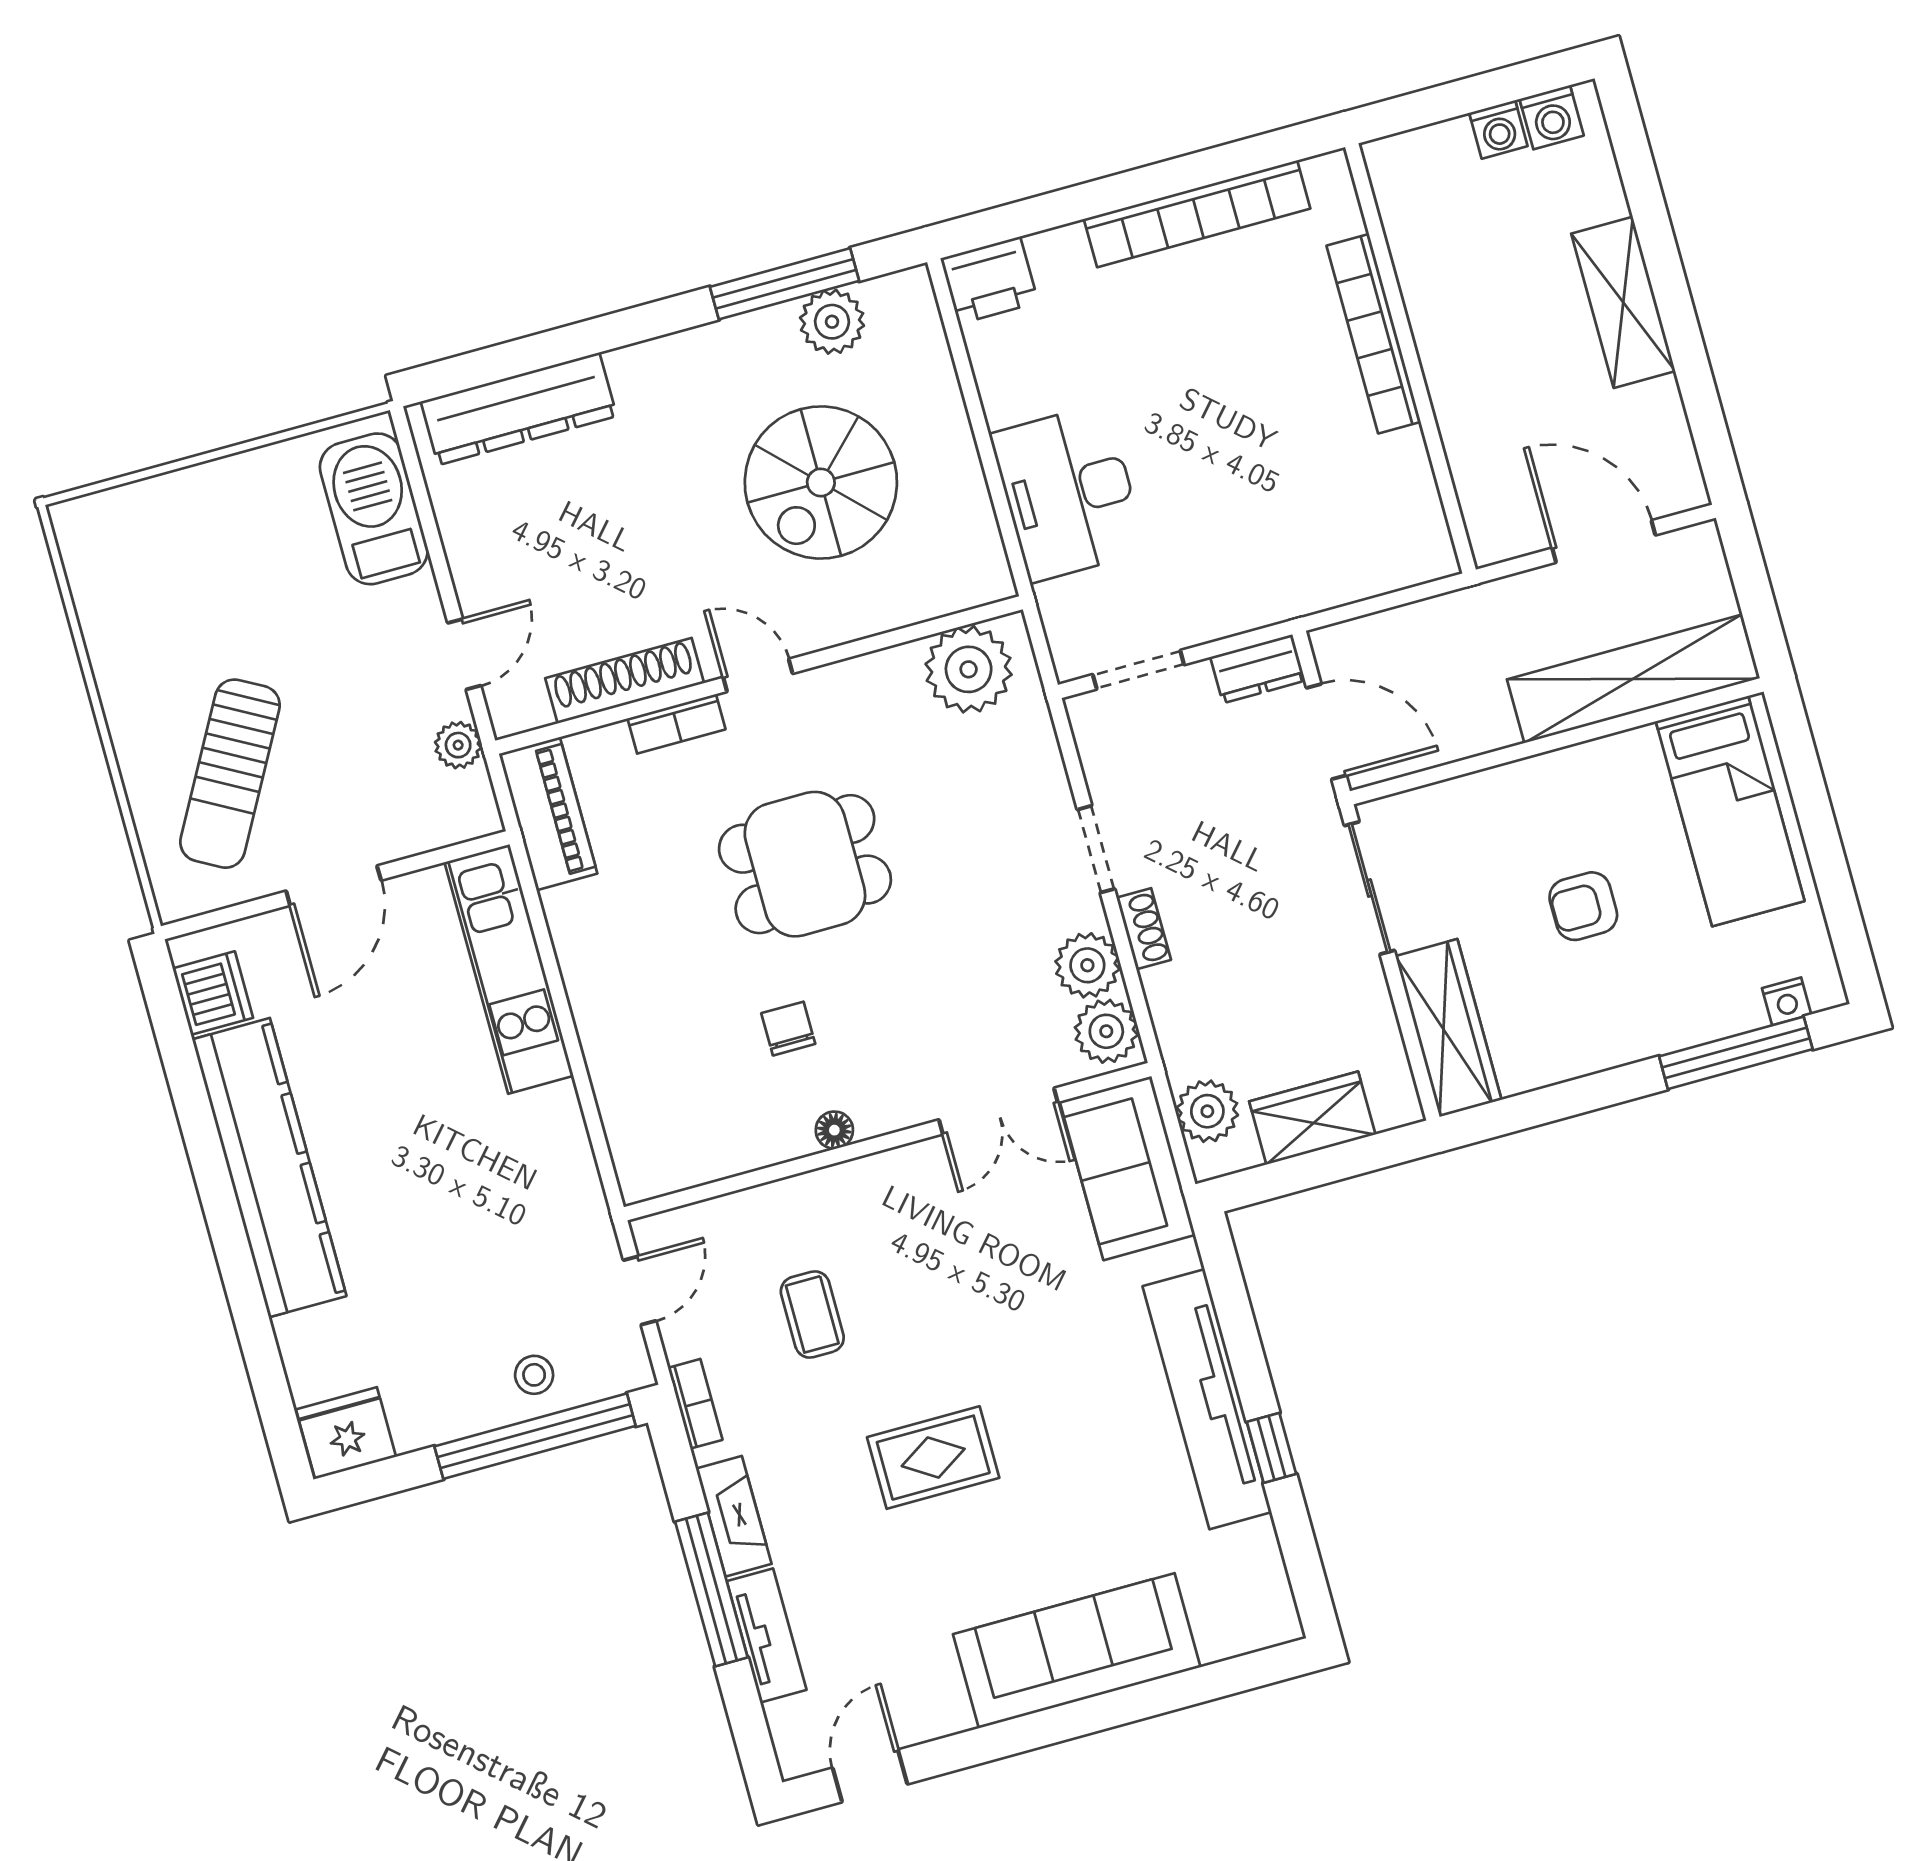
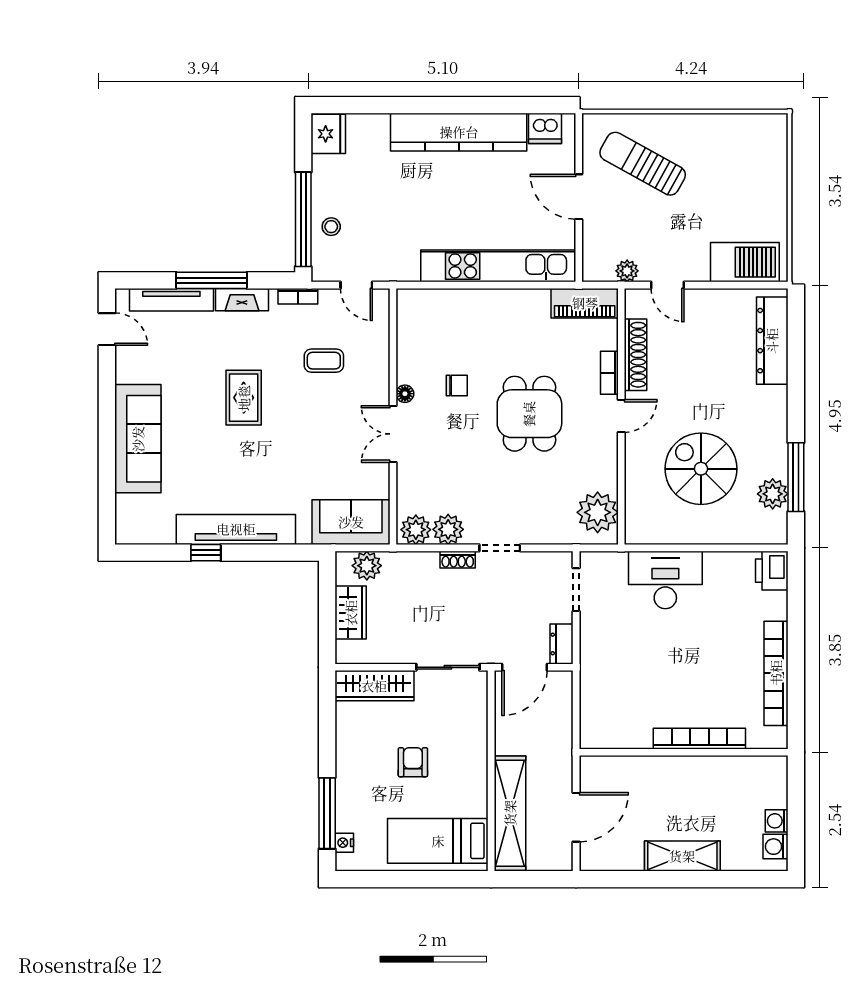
kitchen unit: (509, 969) -> (498, 266), width x1.36
double door: (998, 1111) -> (393, 434), moved
tv unit: (767, 1635) -> (171, 300), width x1.41

